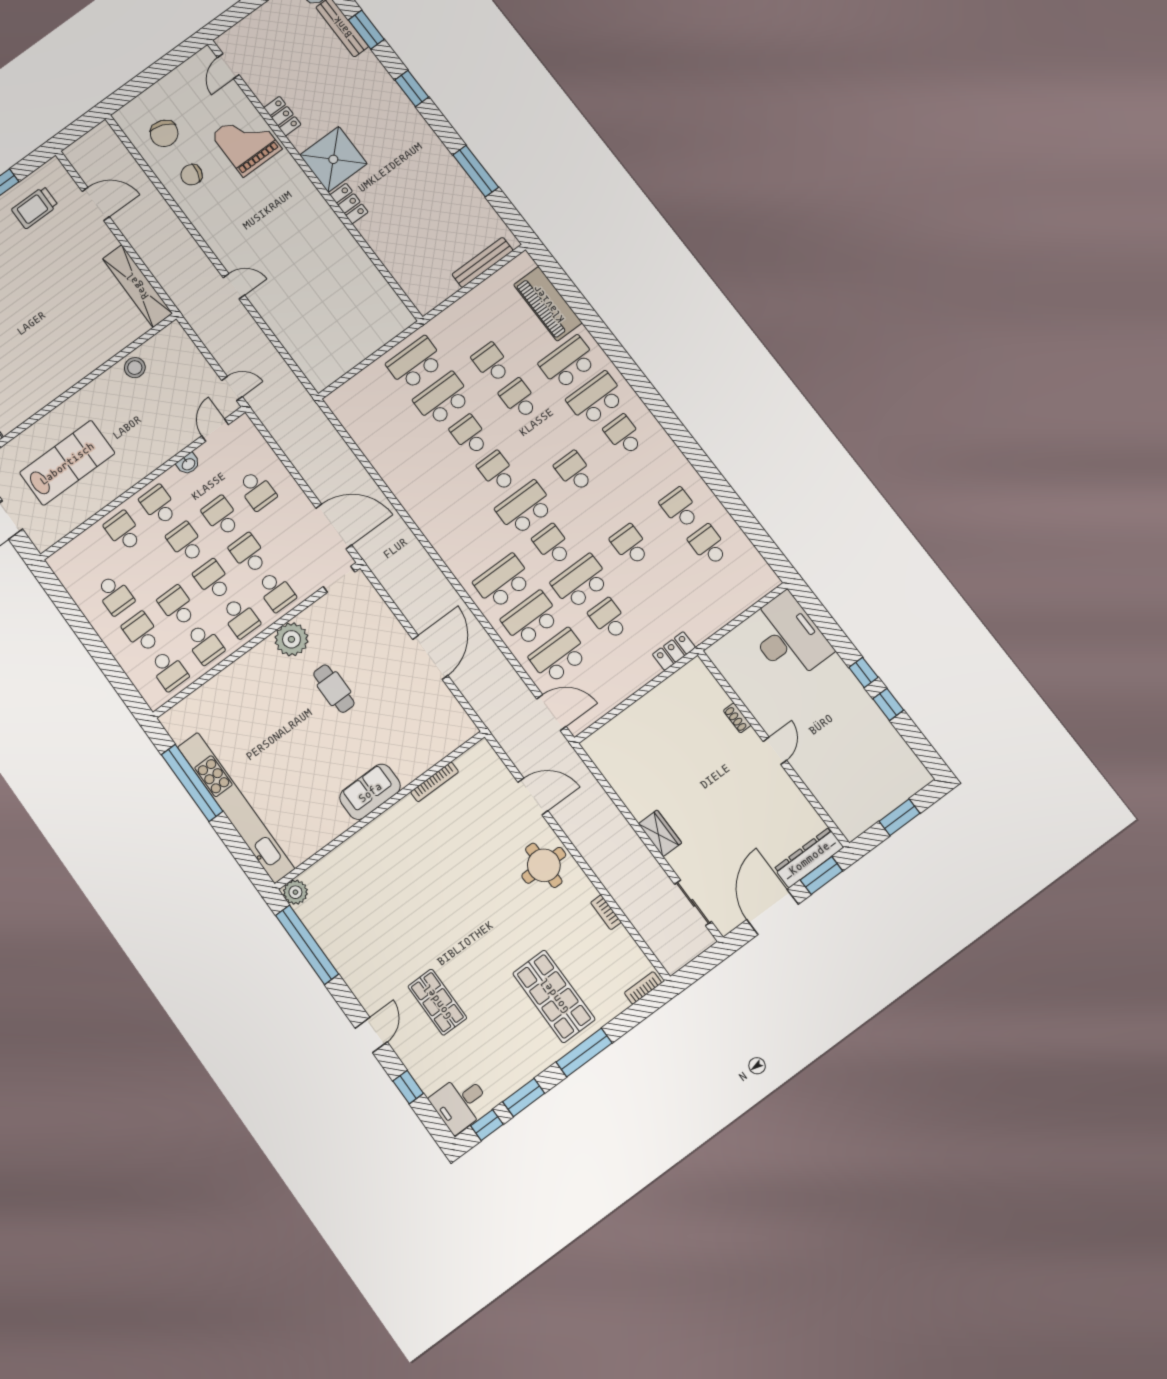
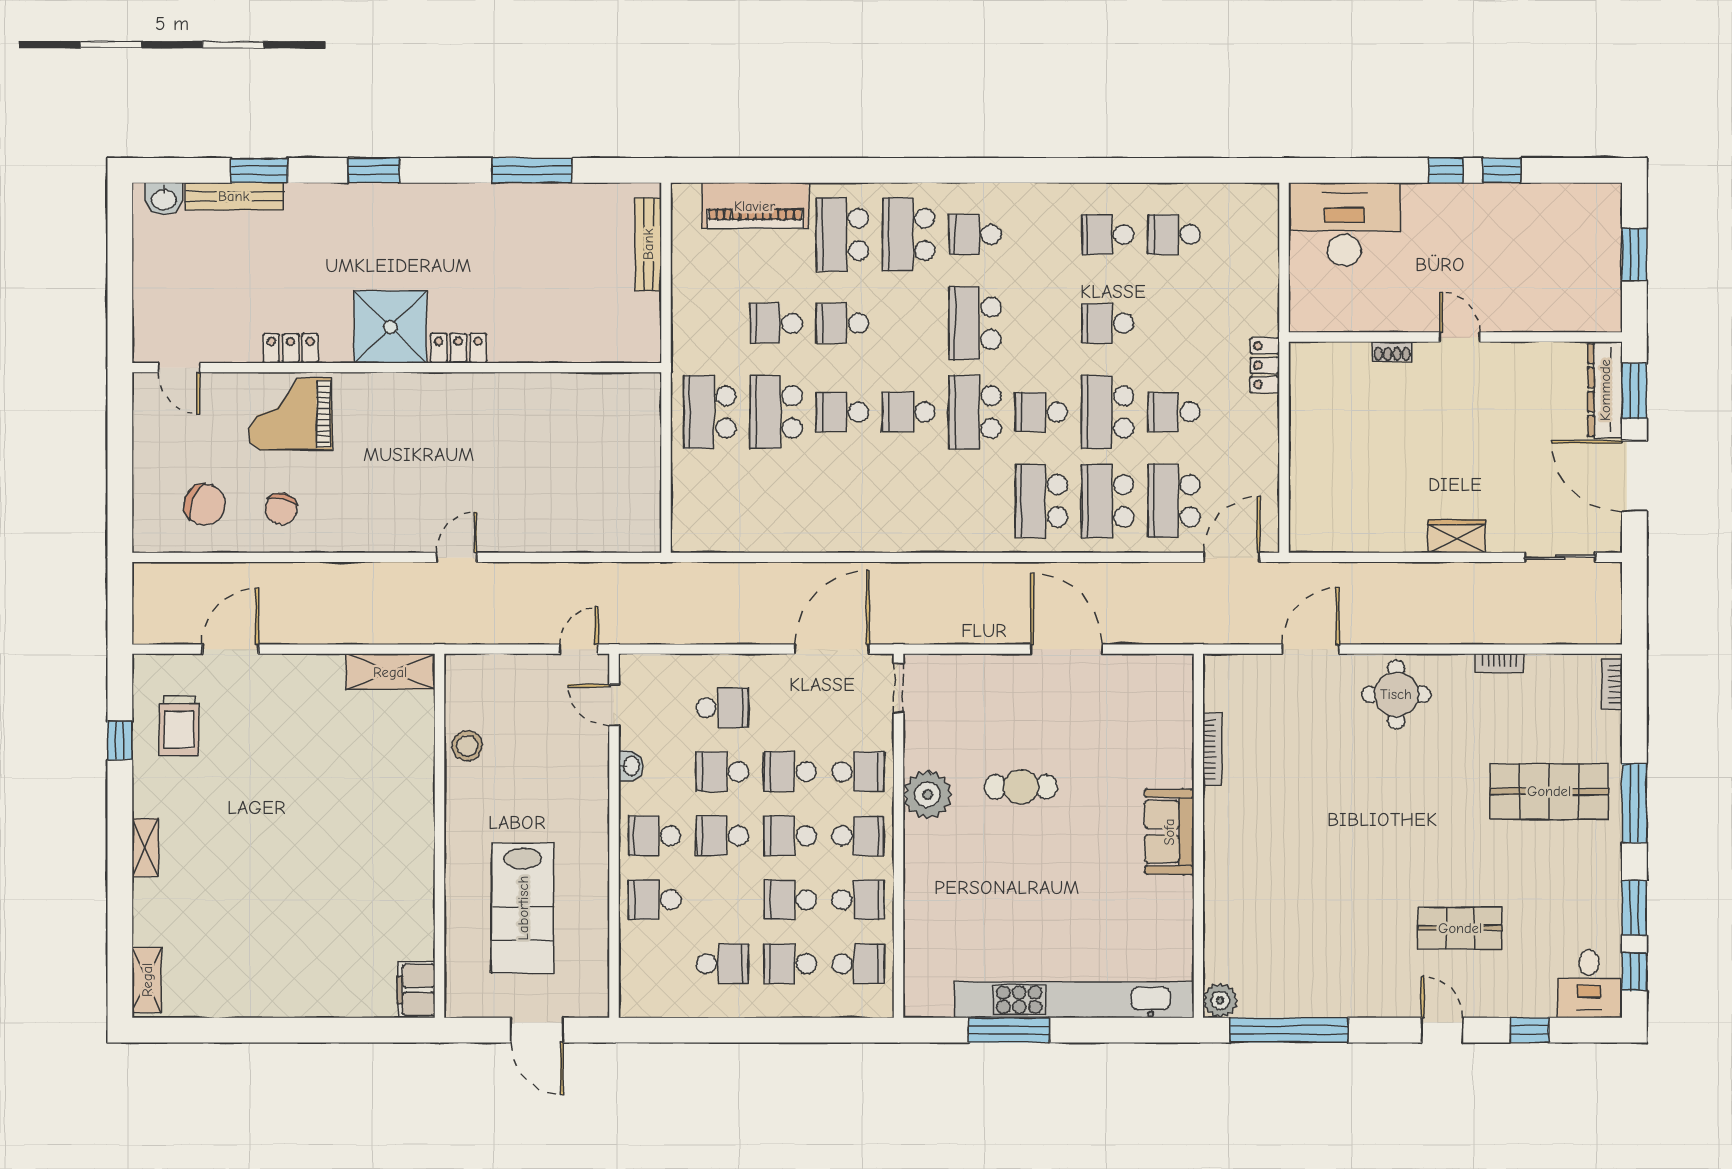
shelving: (137, 286) -> (390, 672), width x0.68
lab bench: (67, 463) -> (523, 908), turned 180
school desk: (574, 471) -> (975, 323), width x1.85
window: (192, 783) -> (1009, 1030), width x0.68

